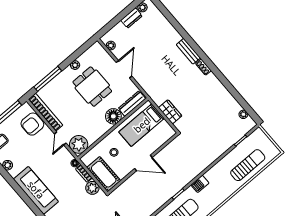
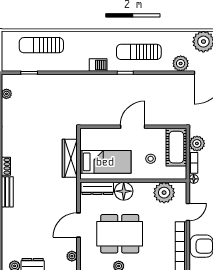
dining table: (92, 87) -> (120, 234), width x1.38
wardrobe: (170, 112) -> (70, 158), width x1.50
plant: (79, 144) -> (164, 193), moved
door: (143, 163) -> (133, 127), hinge flipped

